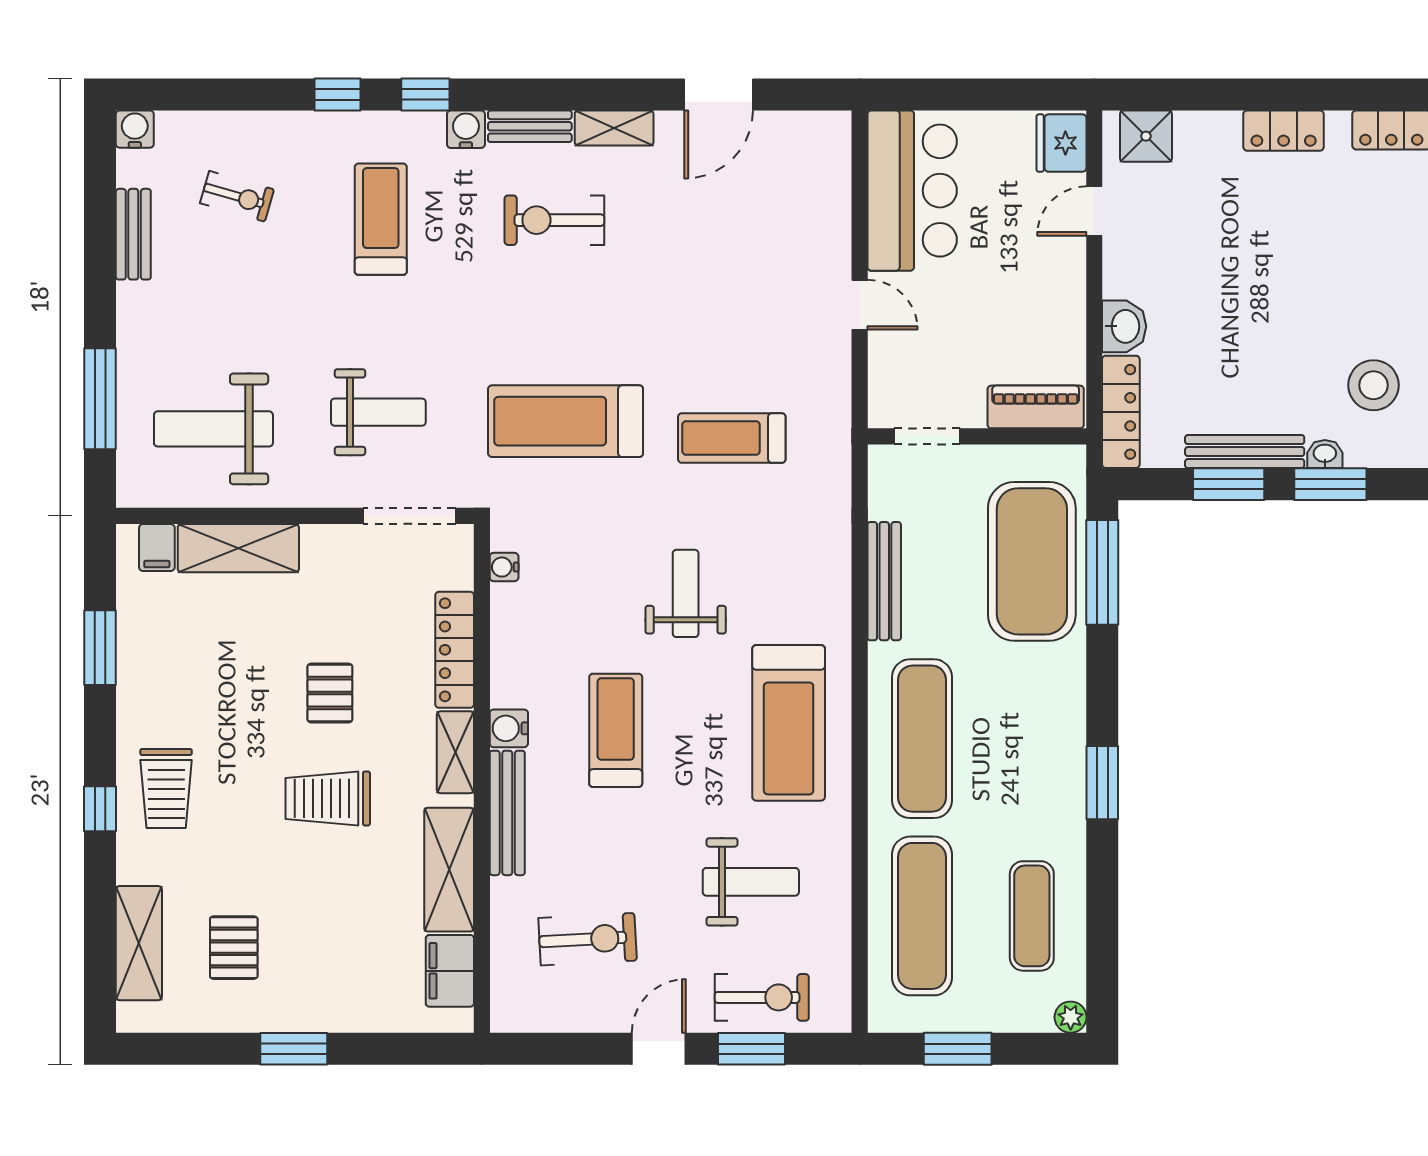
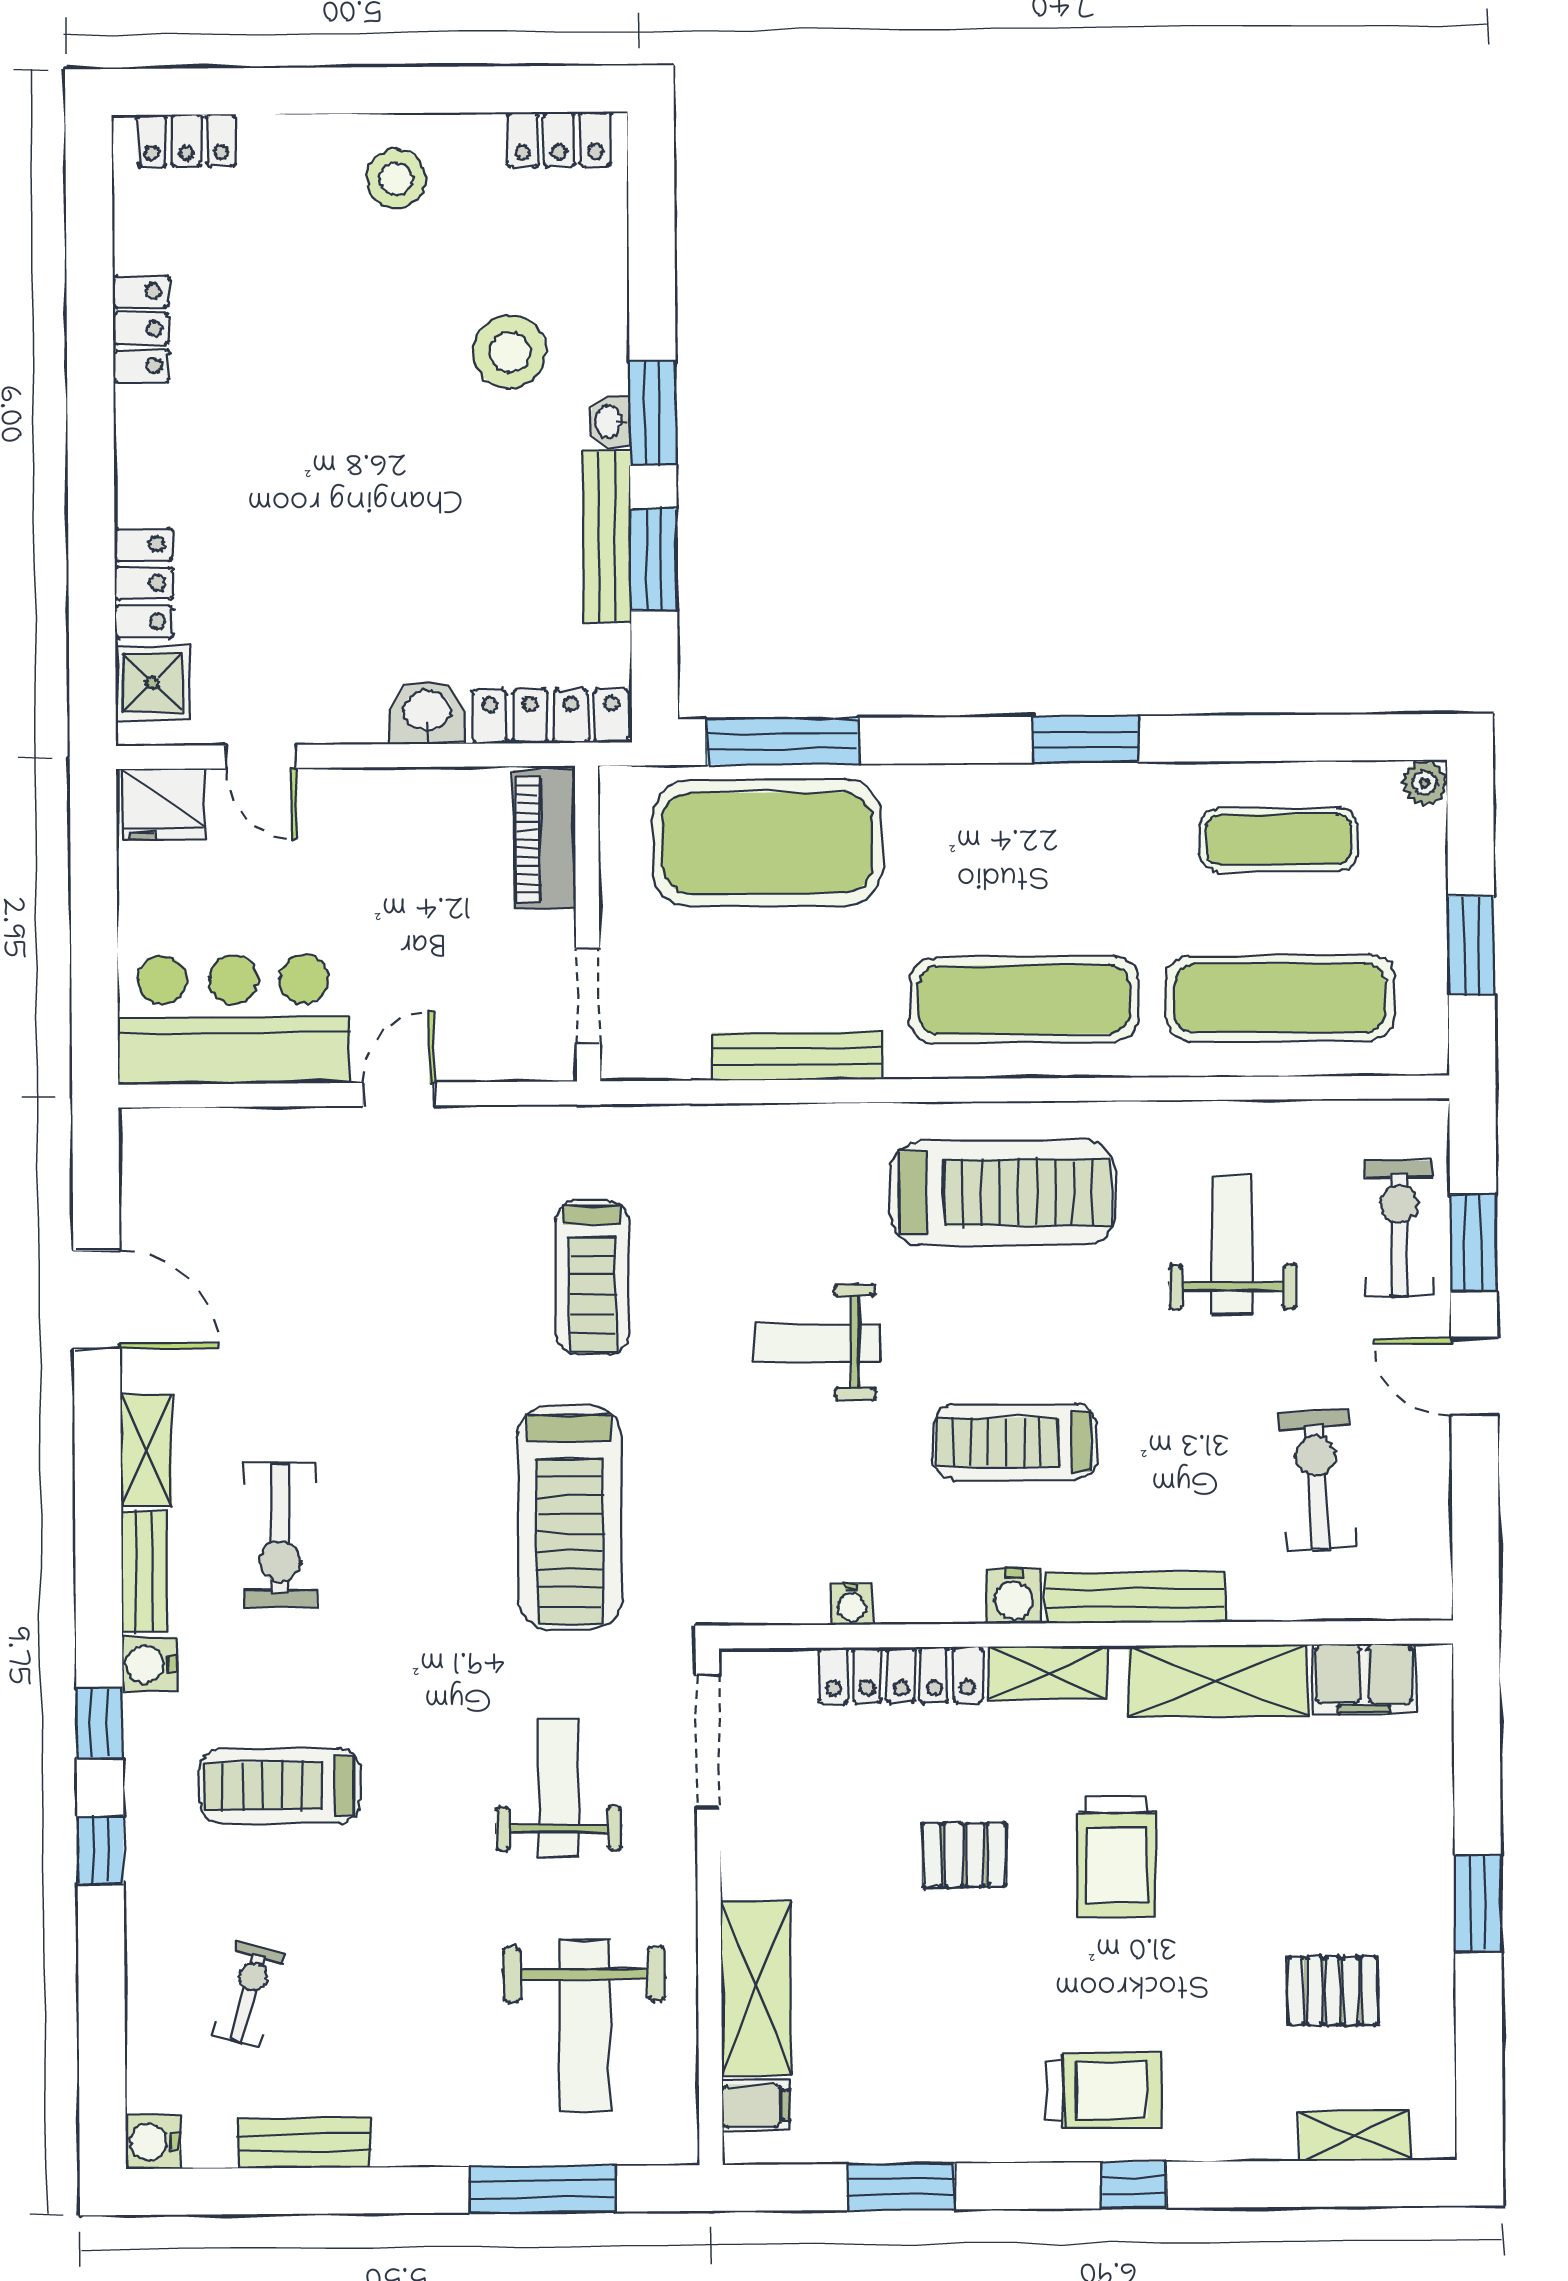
locker: (1284, 131) -> (144, 583), moved
water cooler: (504, 567) -> (852, 1604), moved
shelving: (139, 943) -> (1355, 2136), width x0.67, depth x0.75

